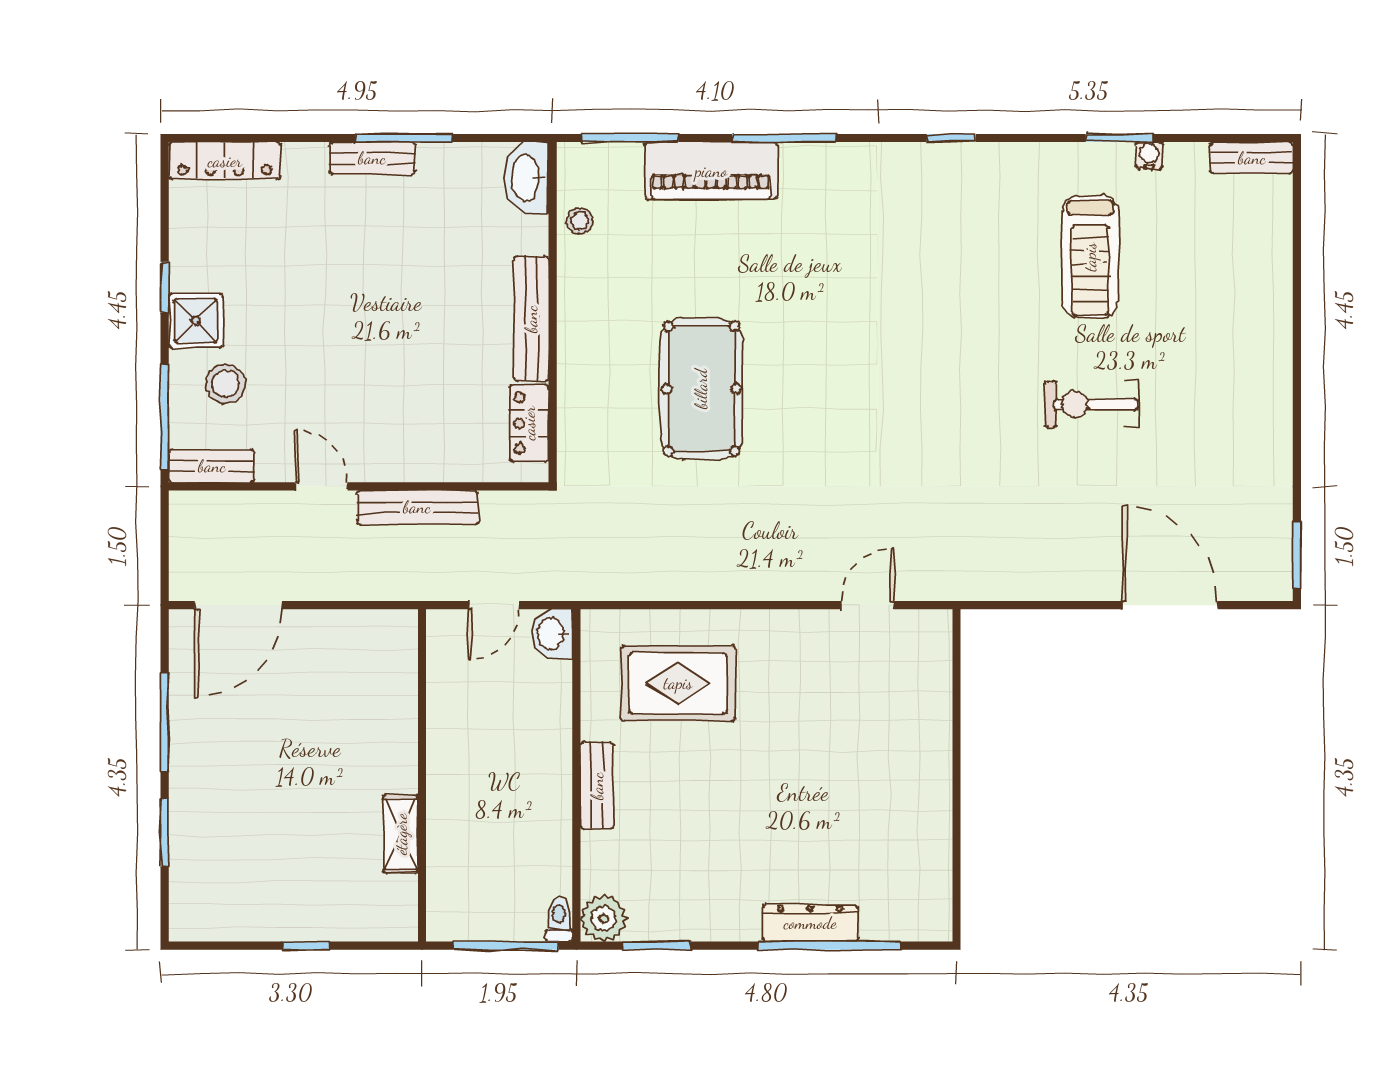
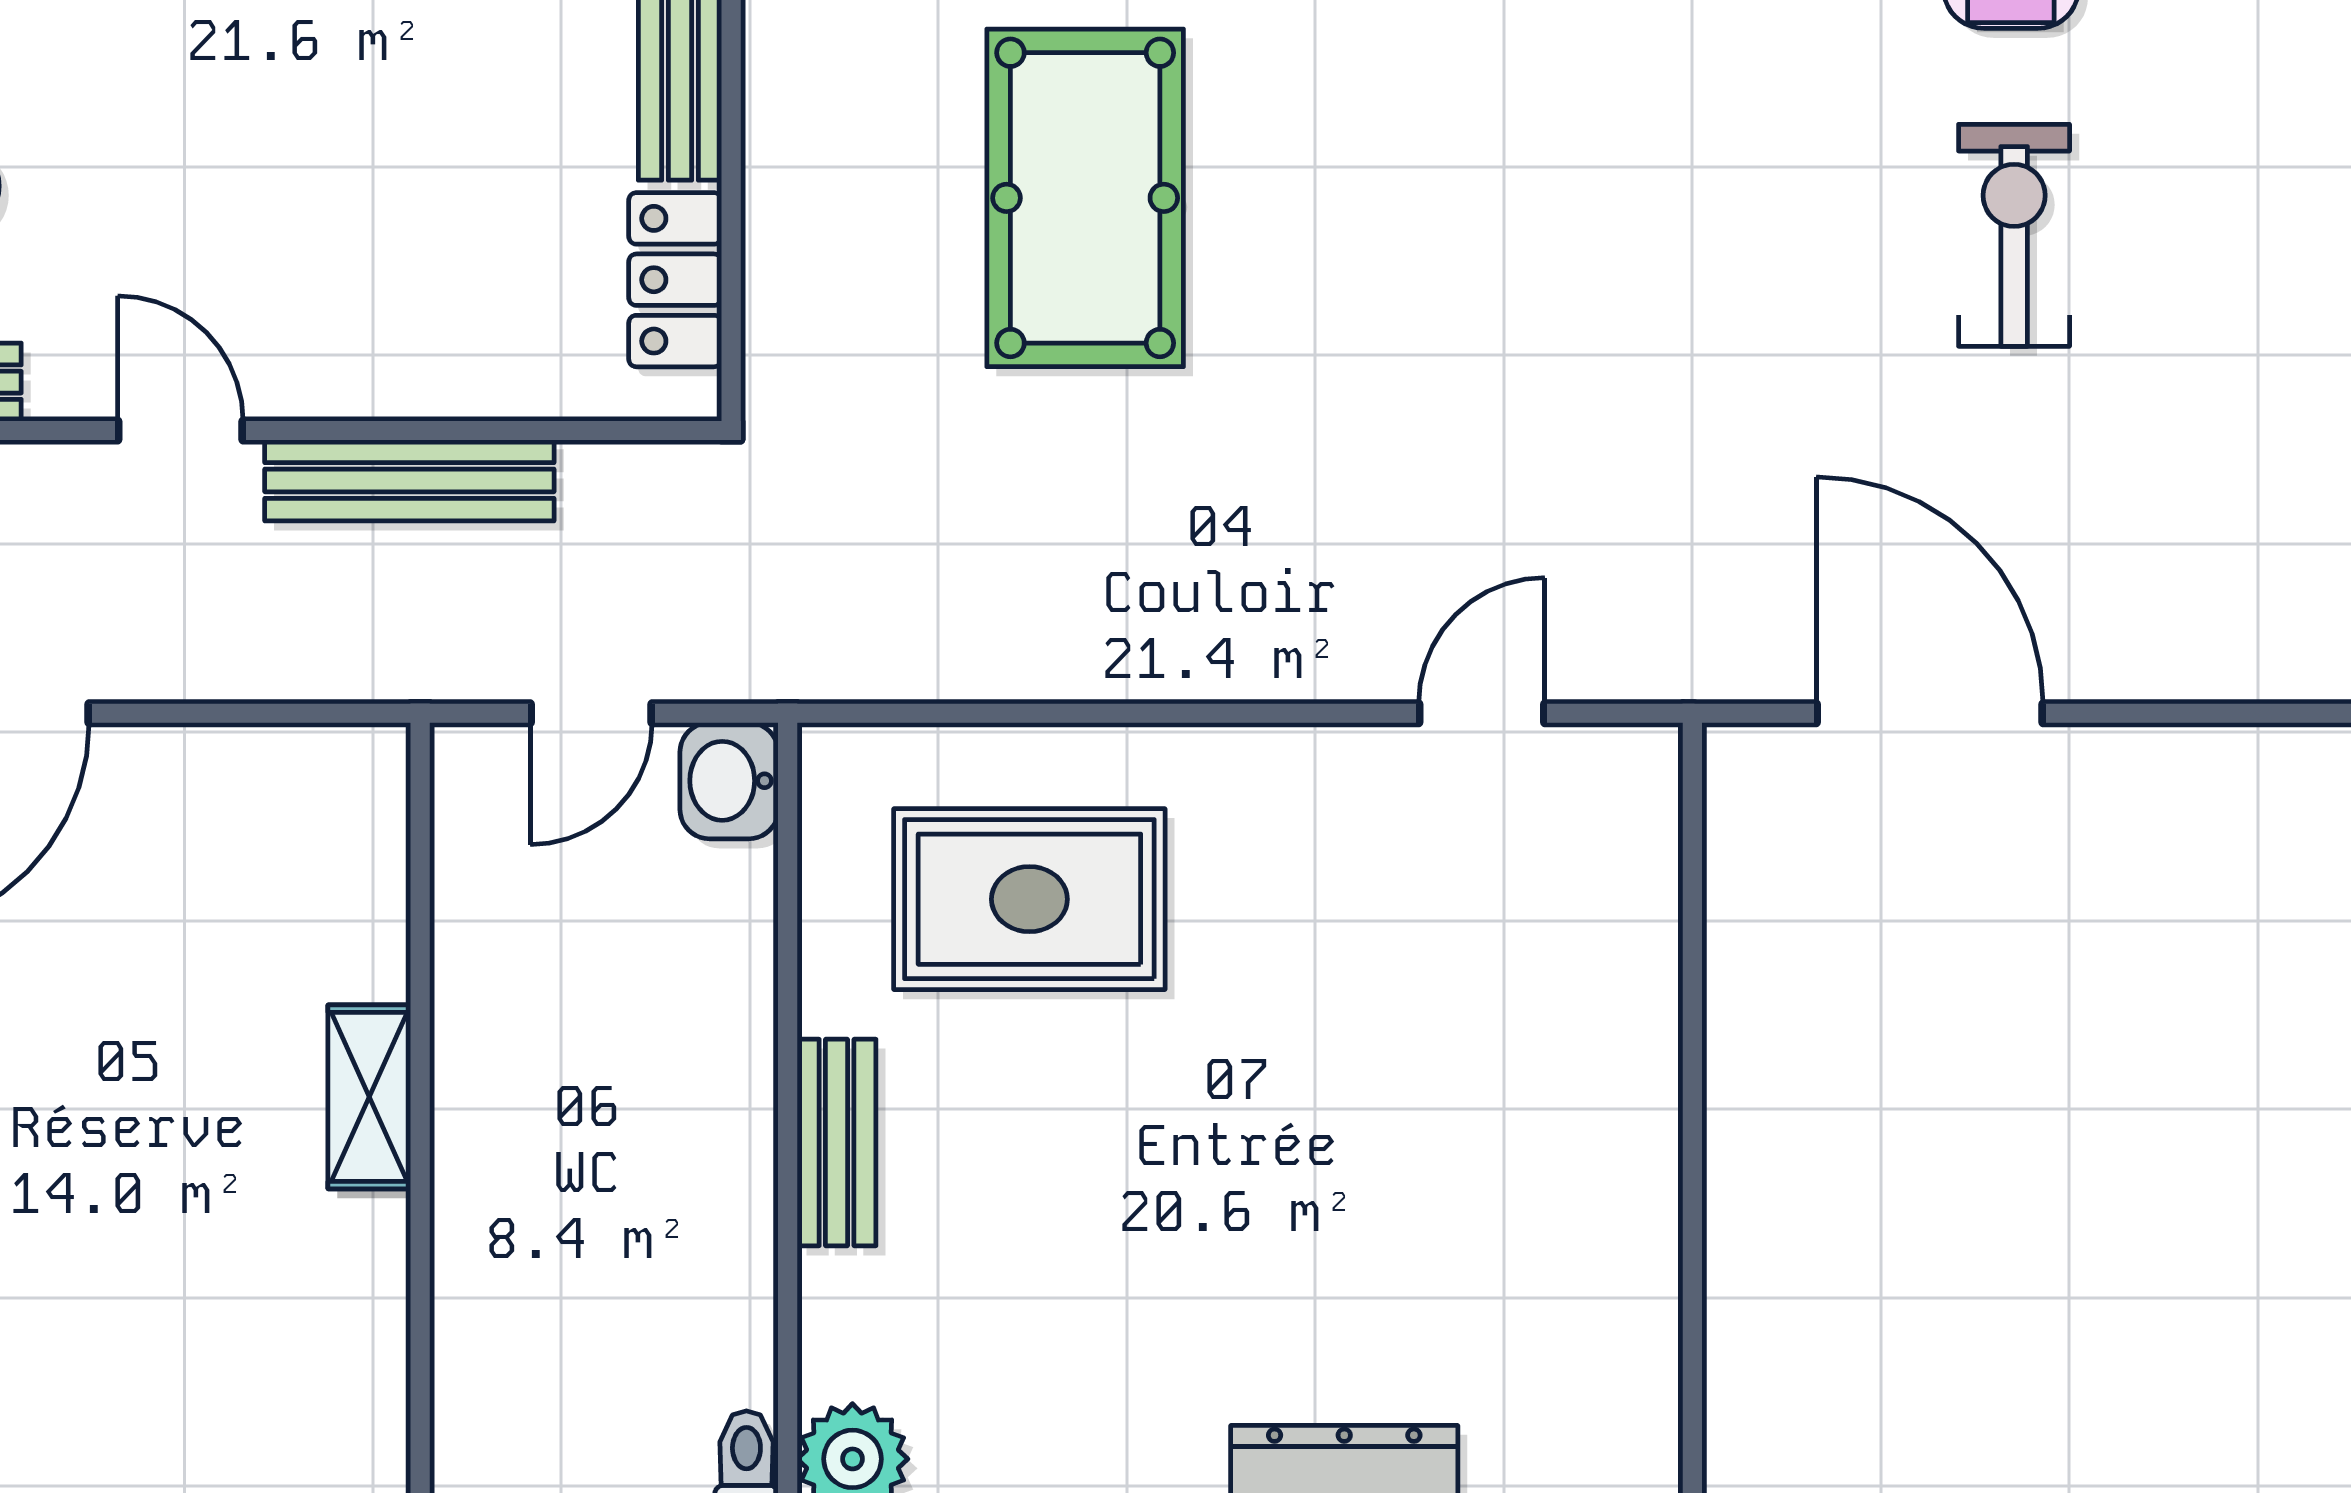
exercise bike: (1092, 404) -> (2014, 235), turned 90
door: (1170, 605) -> (1930, 713), moved
shelving: (401, 834) -> (369, 1097), moved

